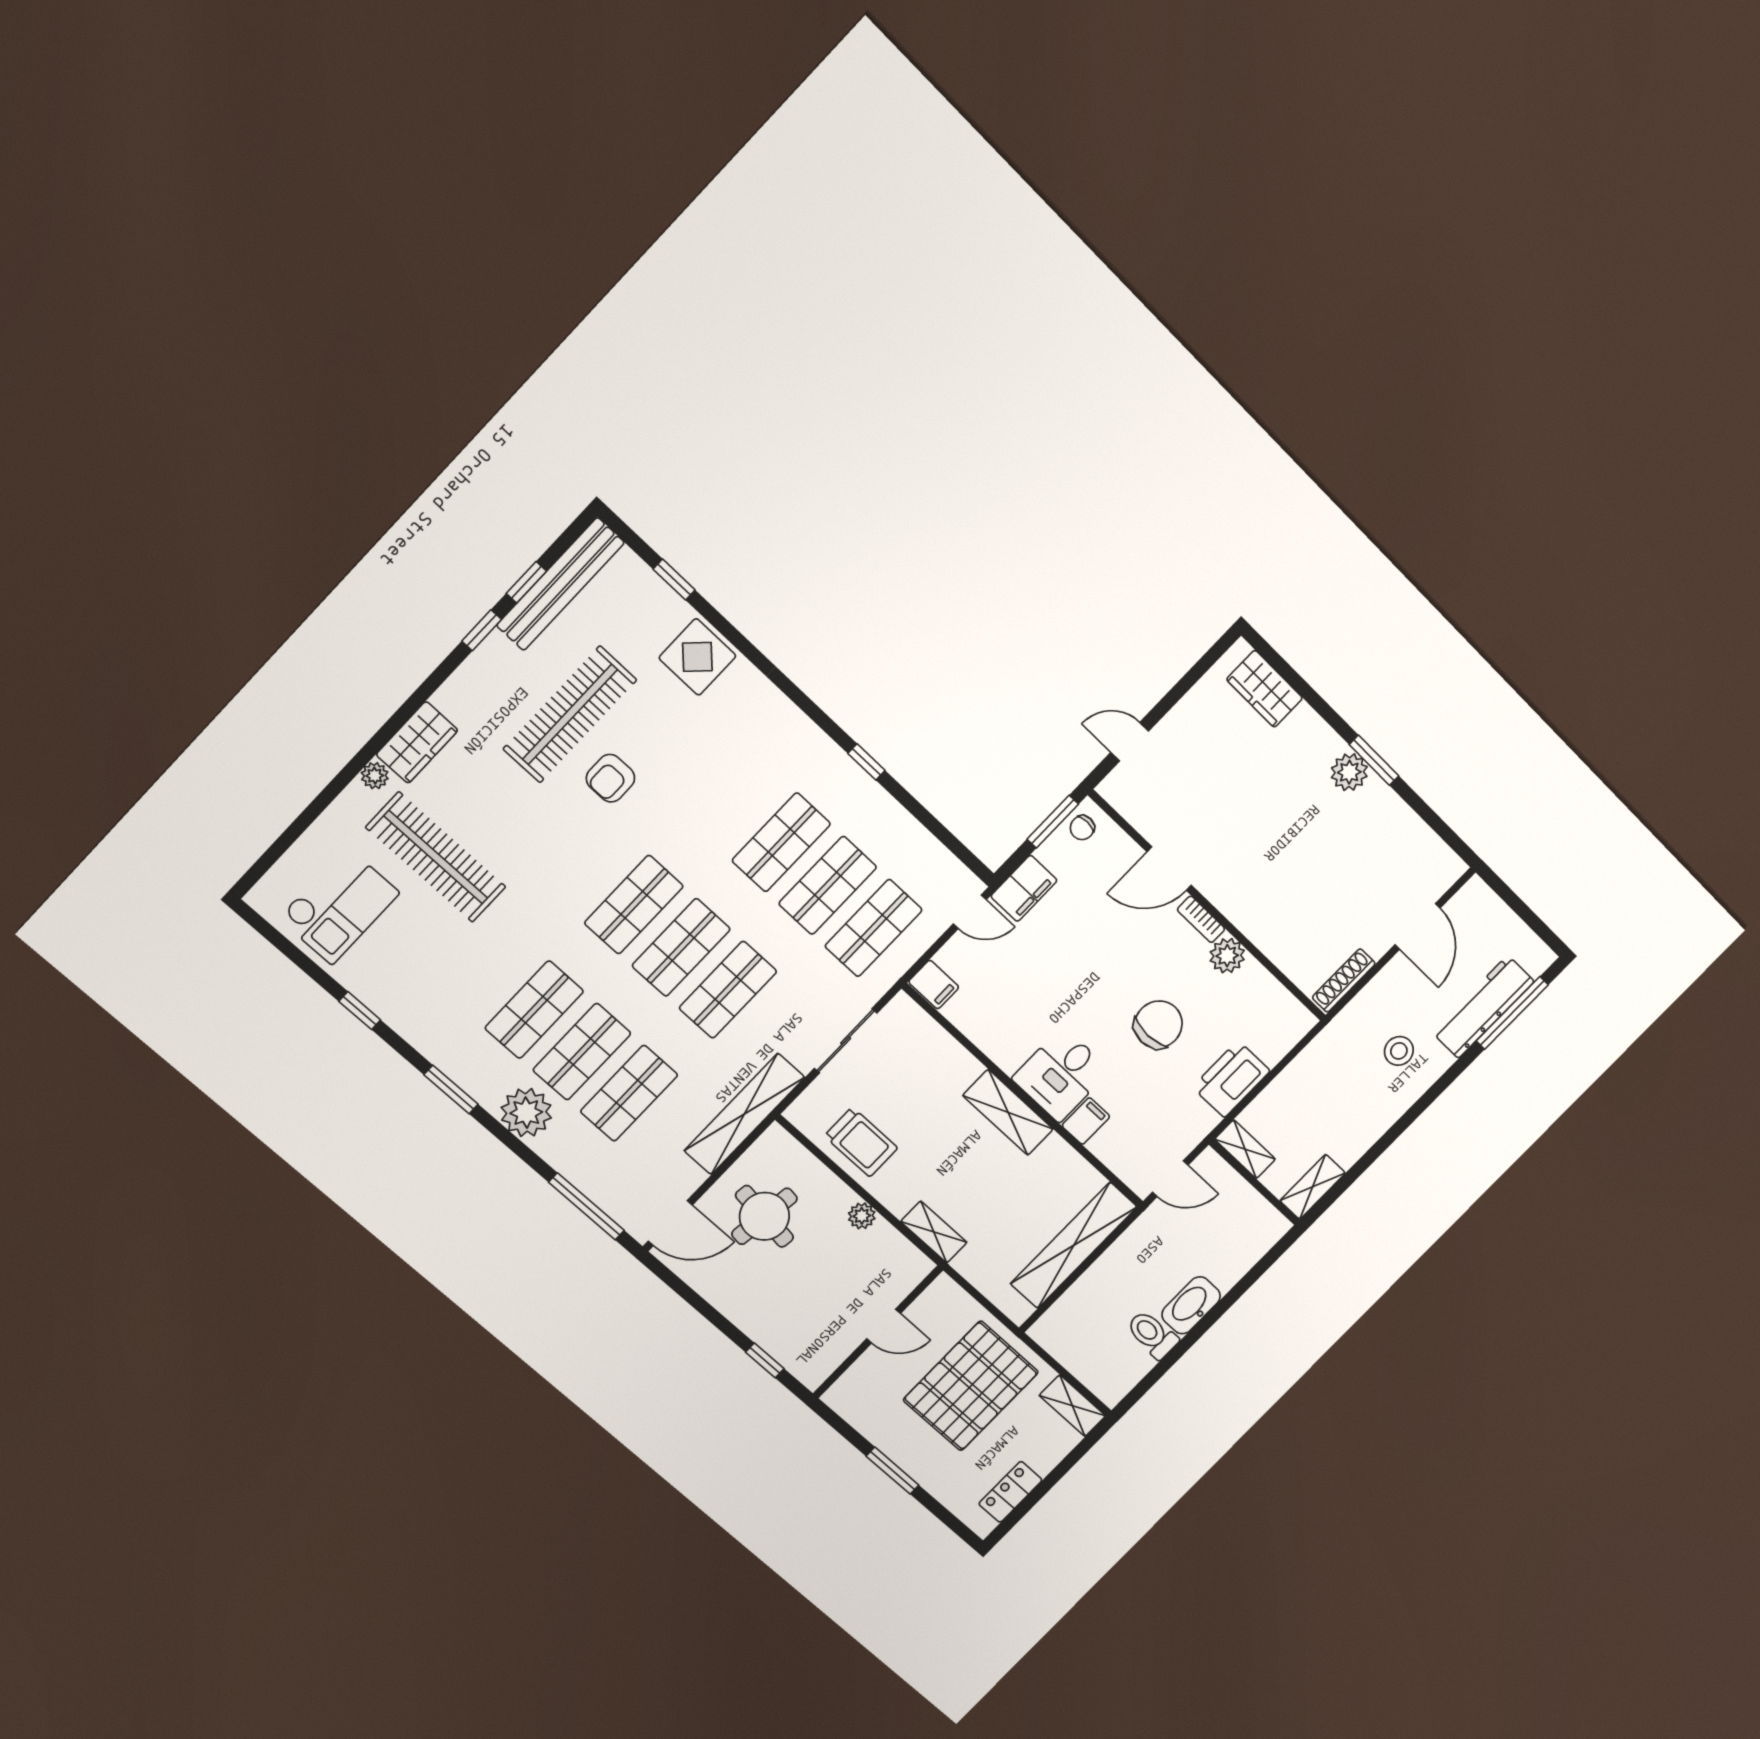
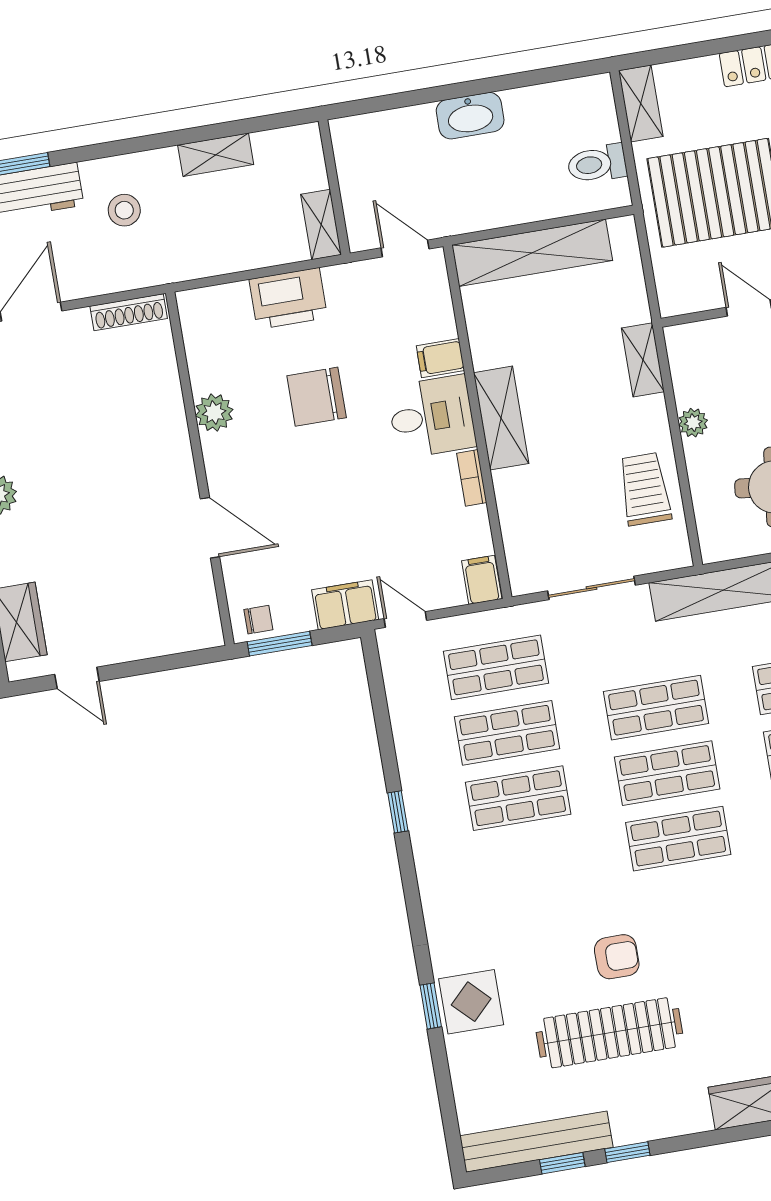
window: (674, 580) -> (431, 1006), moved
door: (1130, 742) -> (77, 678), moved
bookcase: (1201, 919) -> (472, 478), moved, turned 180
shelving: (1313, 1187) -> (216, 155), moved
toilet: (1152, 1335) -> (597, 164), moved, turned 90

